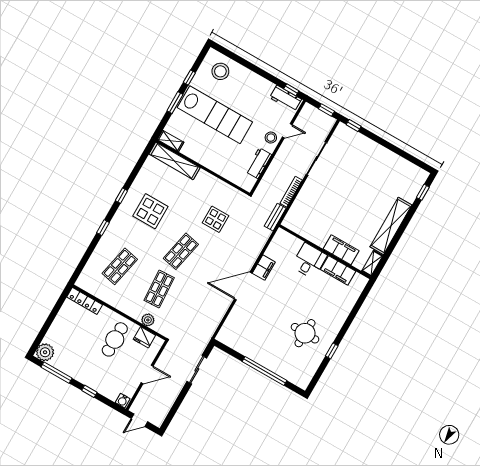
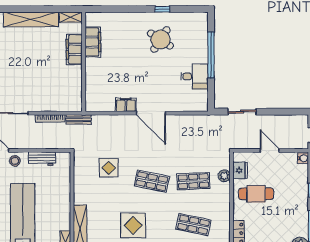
desk: (309, 261) -> (195, 76), moved, turned 180
round table: (305, 333) -> (160, 40), turned 31

